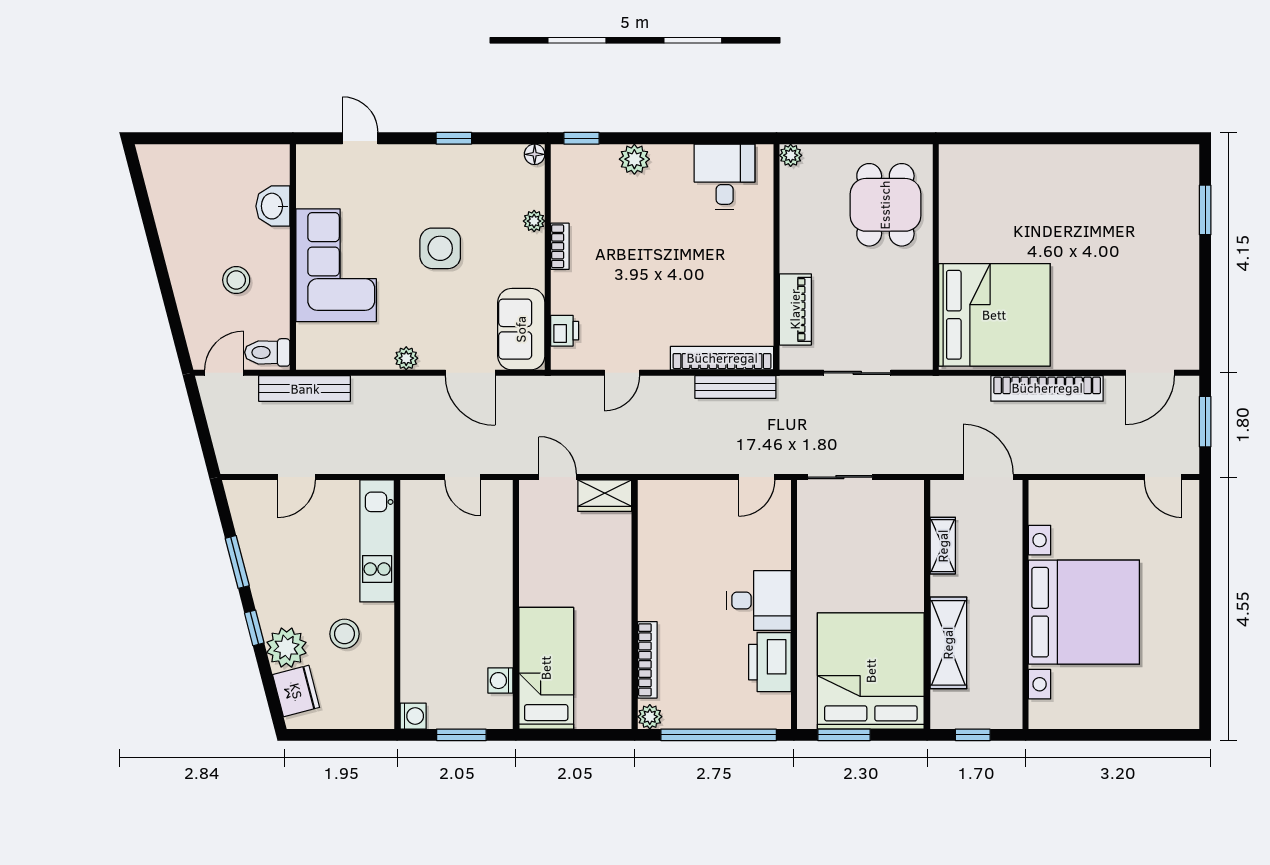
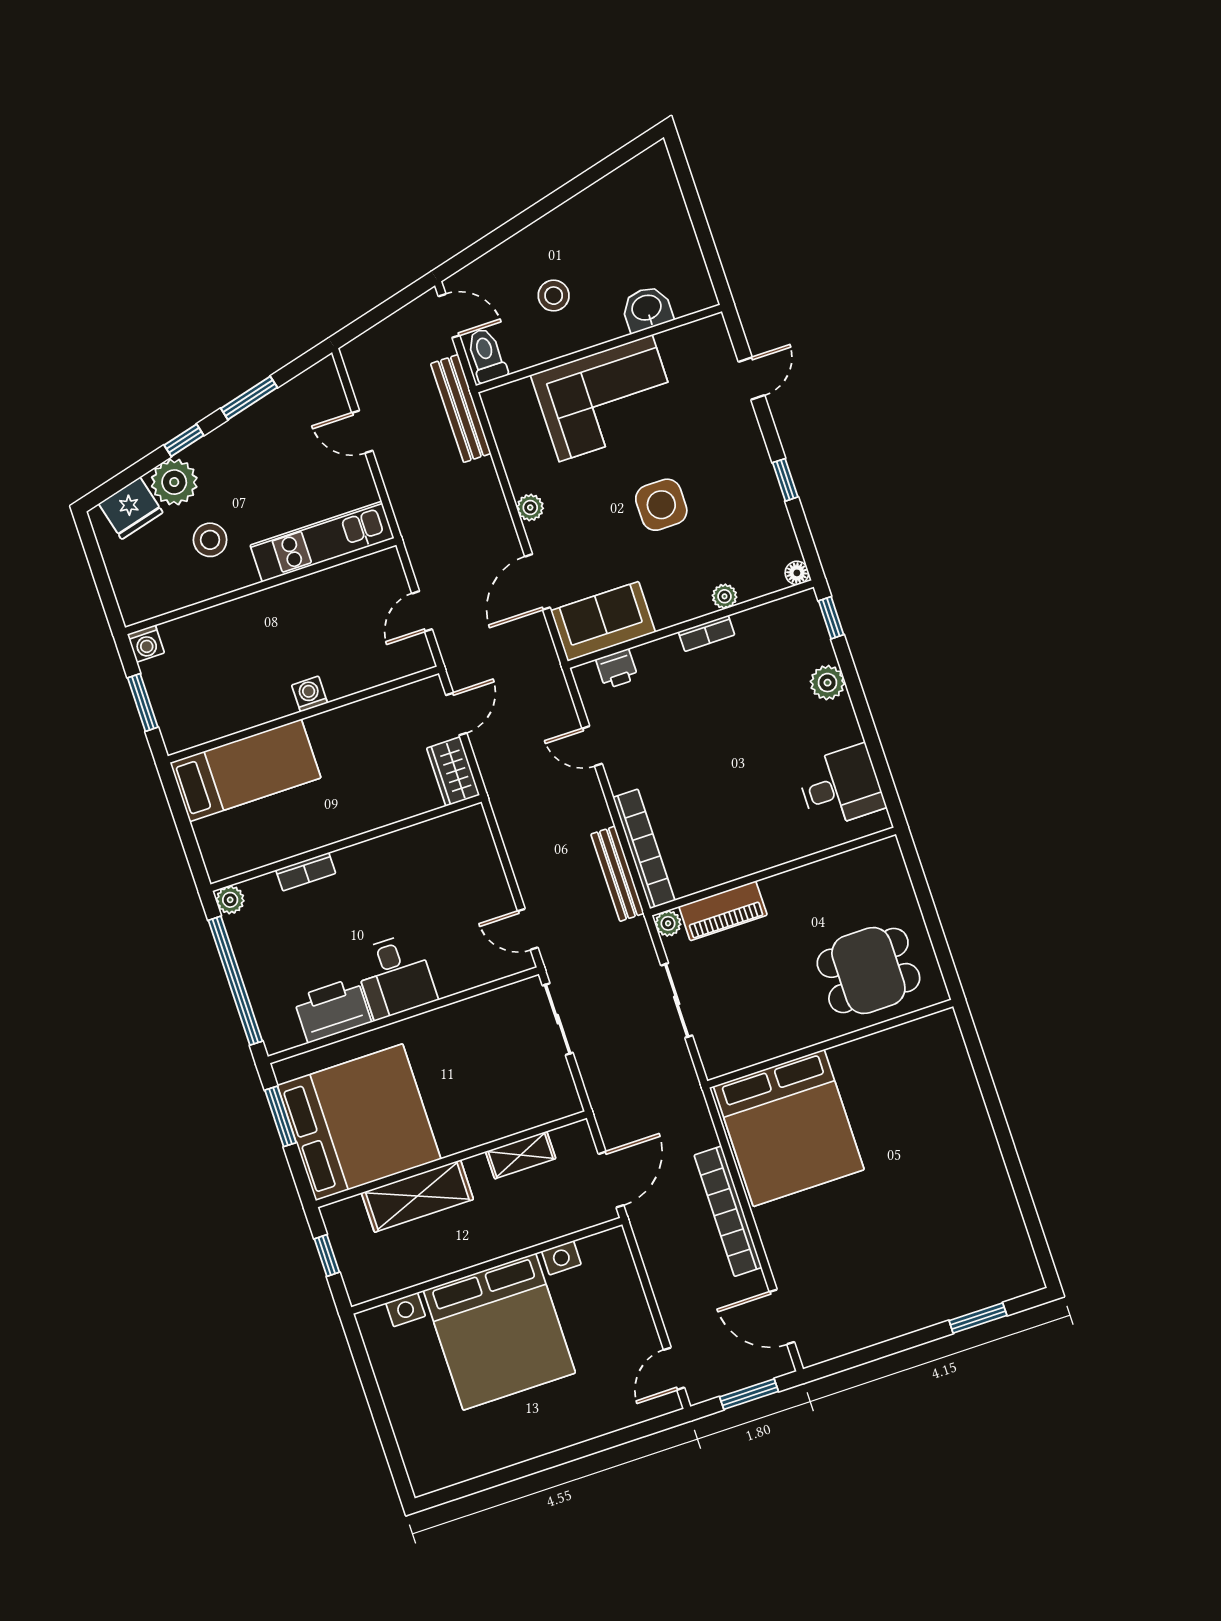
plant: (791, 155) -> (668, 923), moved
bookcase: (647, 660) -> (306, 872), width x0.64
washing machine: (500, 681) -> (310, 694), moved

